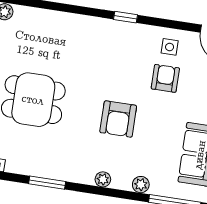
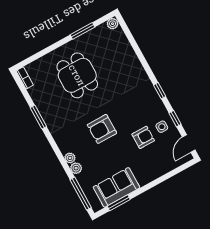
window: (172, 24) -> (175, 119), added
plant: (103, 179) -> (70, 158), moved

